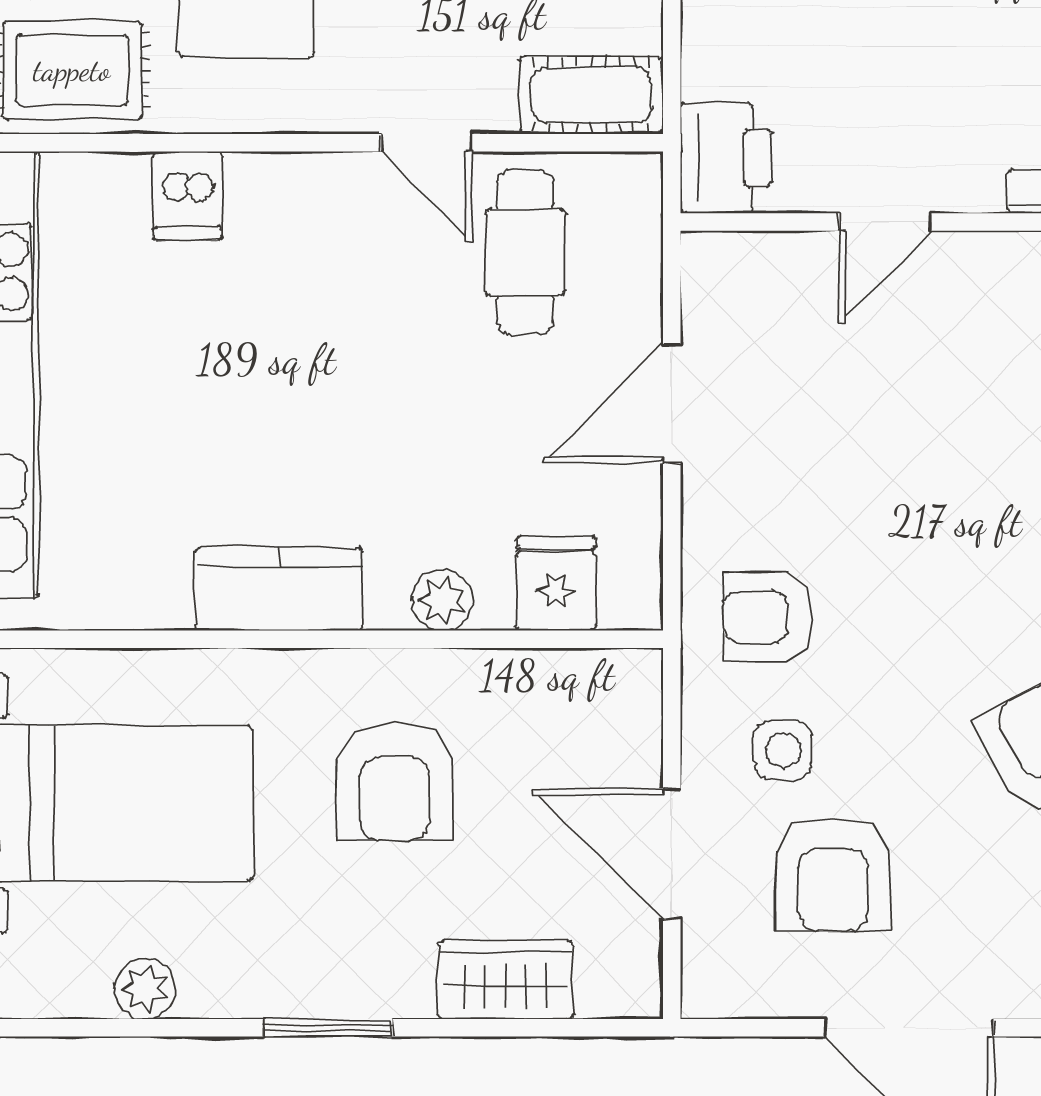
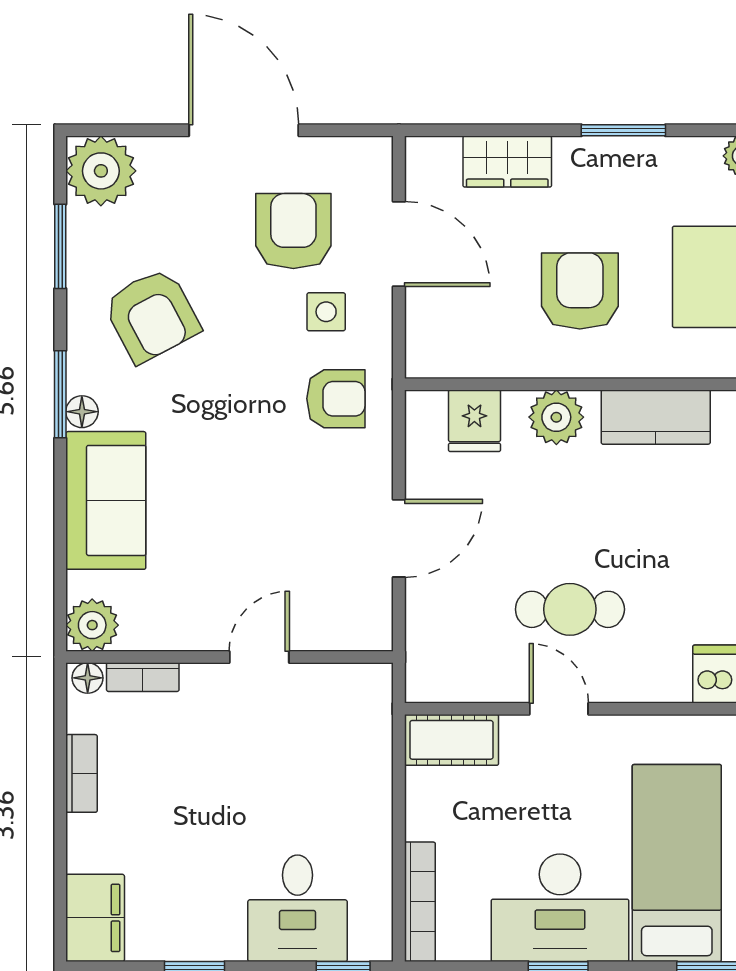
printer: (726, 158) -> (363, 699), removed
cafe table: (525, 252) -> (570, 609), moved, turned 90
plant: (442, 600) -> (556, 417), width x1.38, depth x1.38

